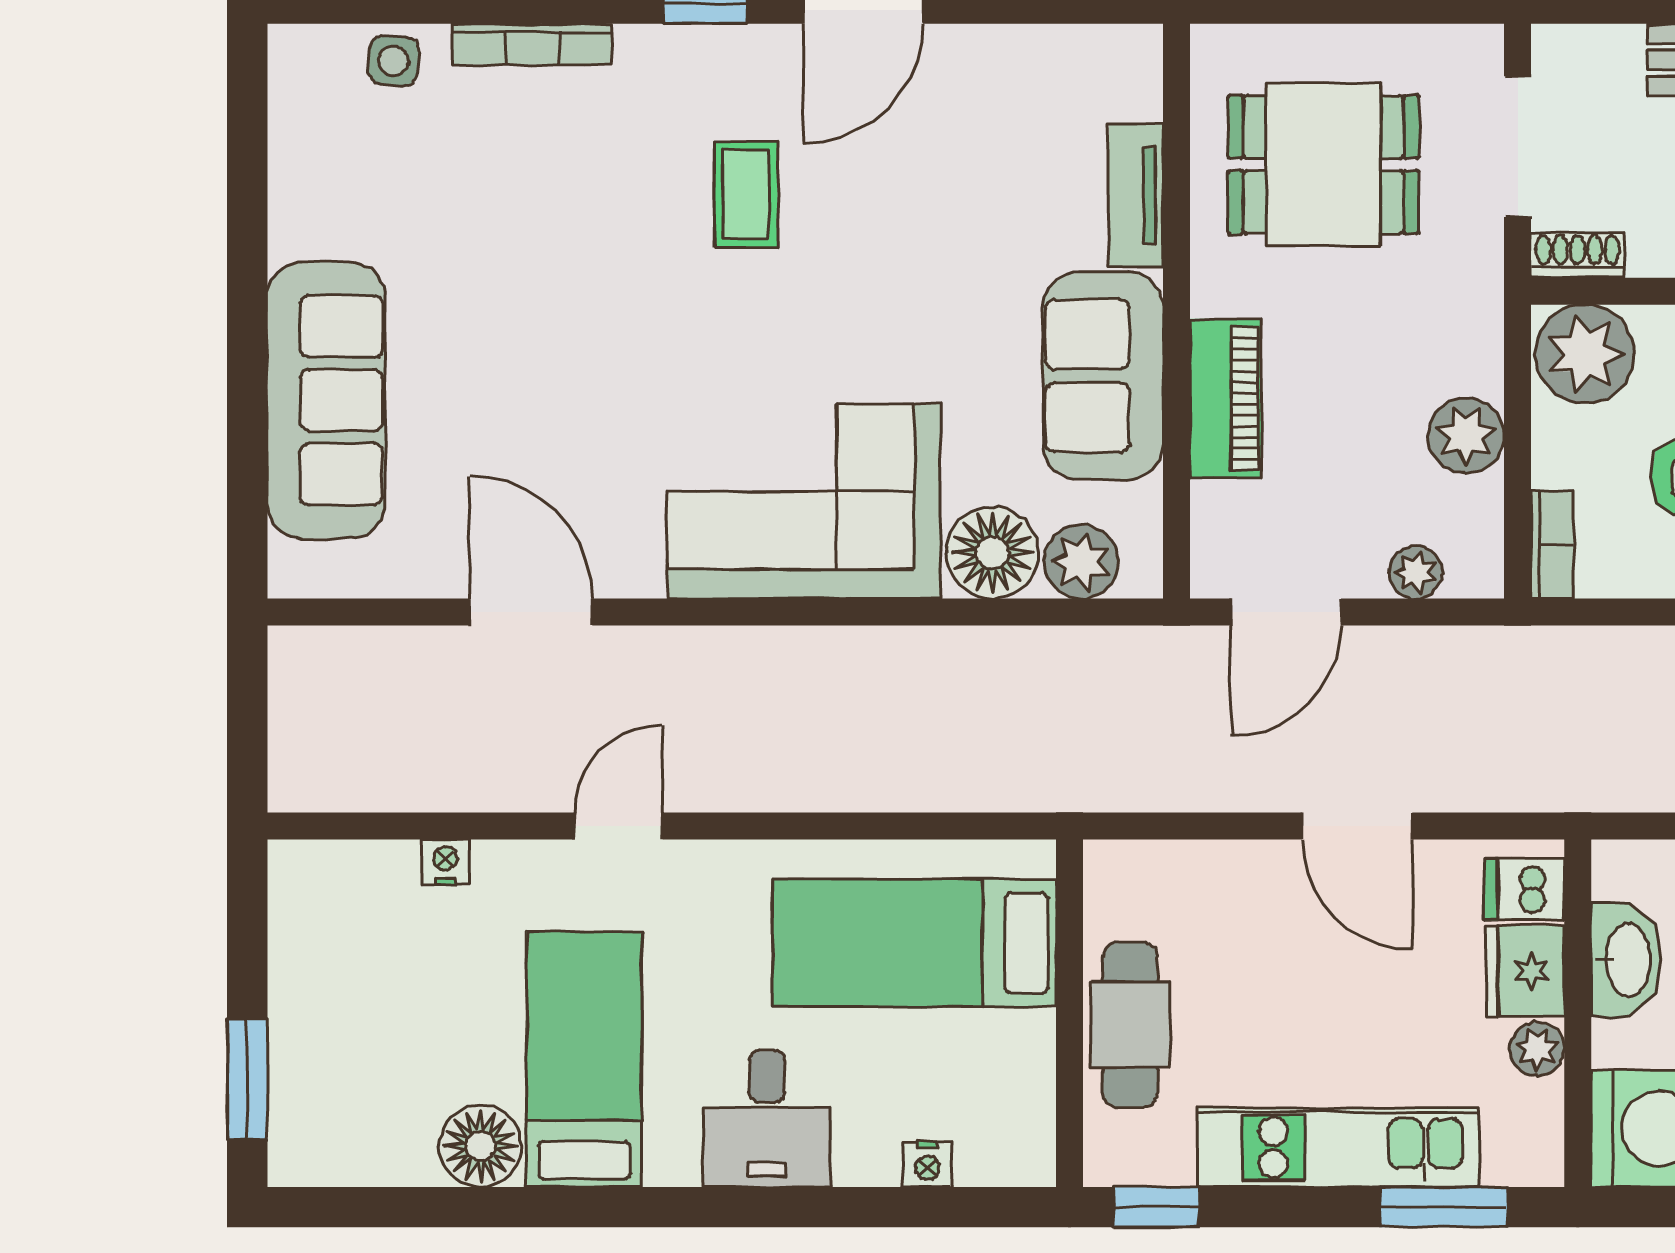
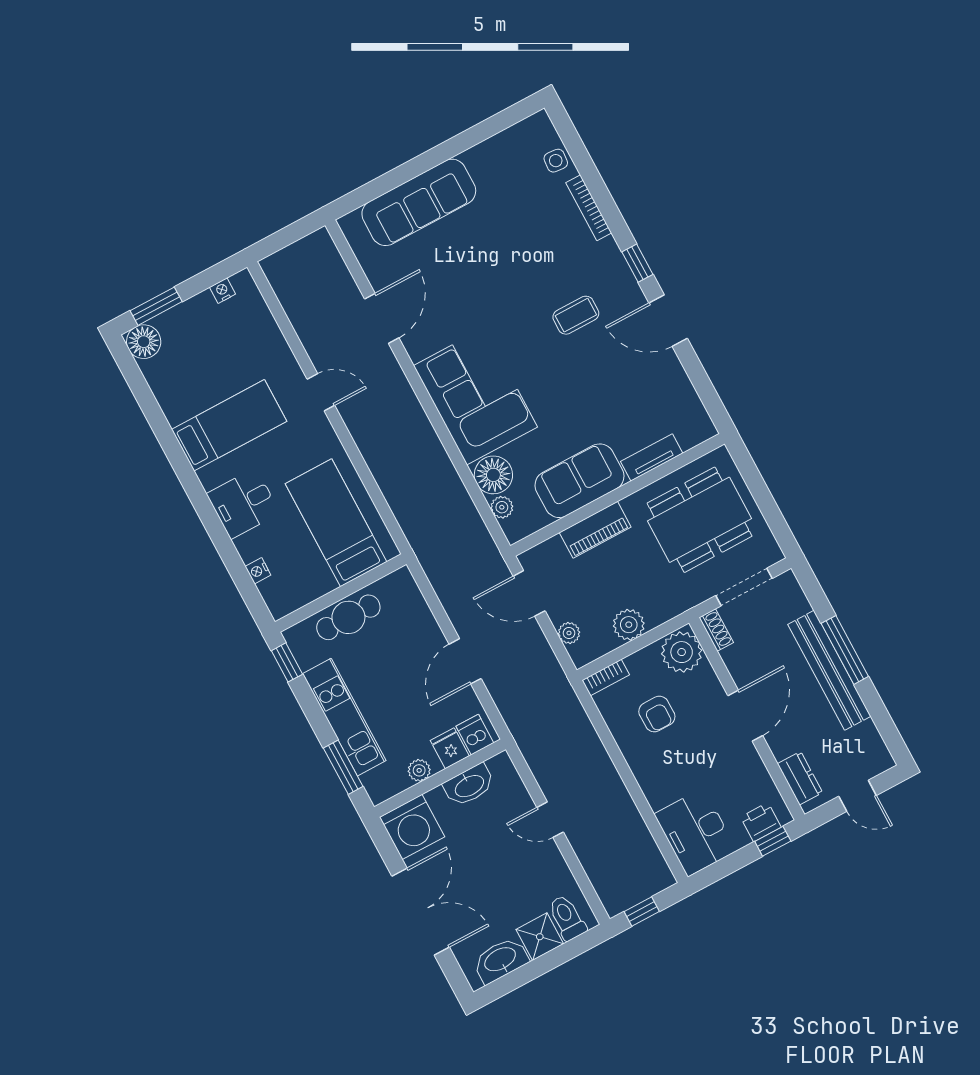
dining table: (1323, 165) -> (700, 520), width x1.38
plant: (1081, 562) -> (502, 507), width x0.73, depth x0.73
nightstand: (445, 862) -> (222, 291), moved, turned -90
fridge: (1525, 971) -> (450, 748), width x0.72
floor lamp: (480, 1146) -> (144, 342), moved

